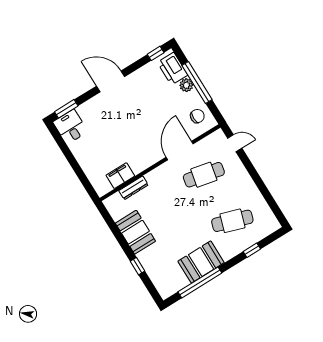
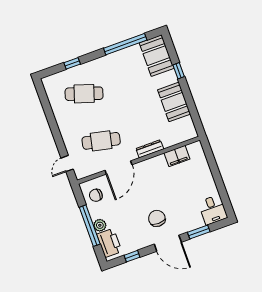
window: (156, 53) -> (132, 256), moved
chair: (128, 105) -> (157, 218), added
window: (66, 109) -> (199, 232), moved
door: (235, 143) -> (67, 164), hinge flipped
dresser: (133, 188) -> (150, 149), moved
booth: (201, 262) -> (157, 56), moved, turned 90

